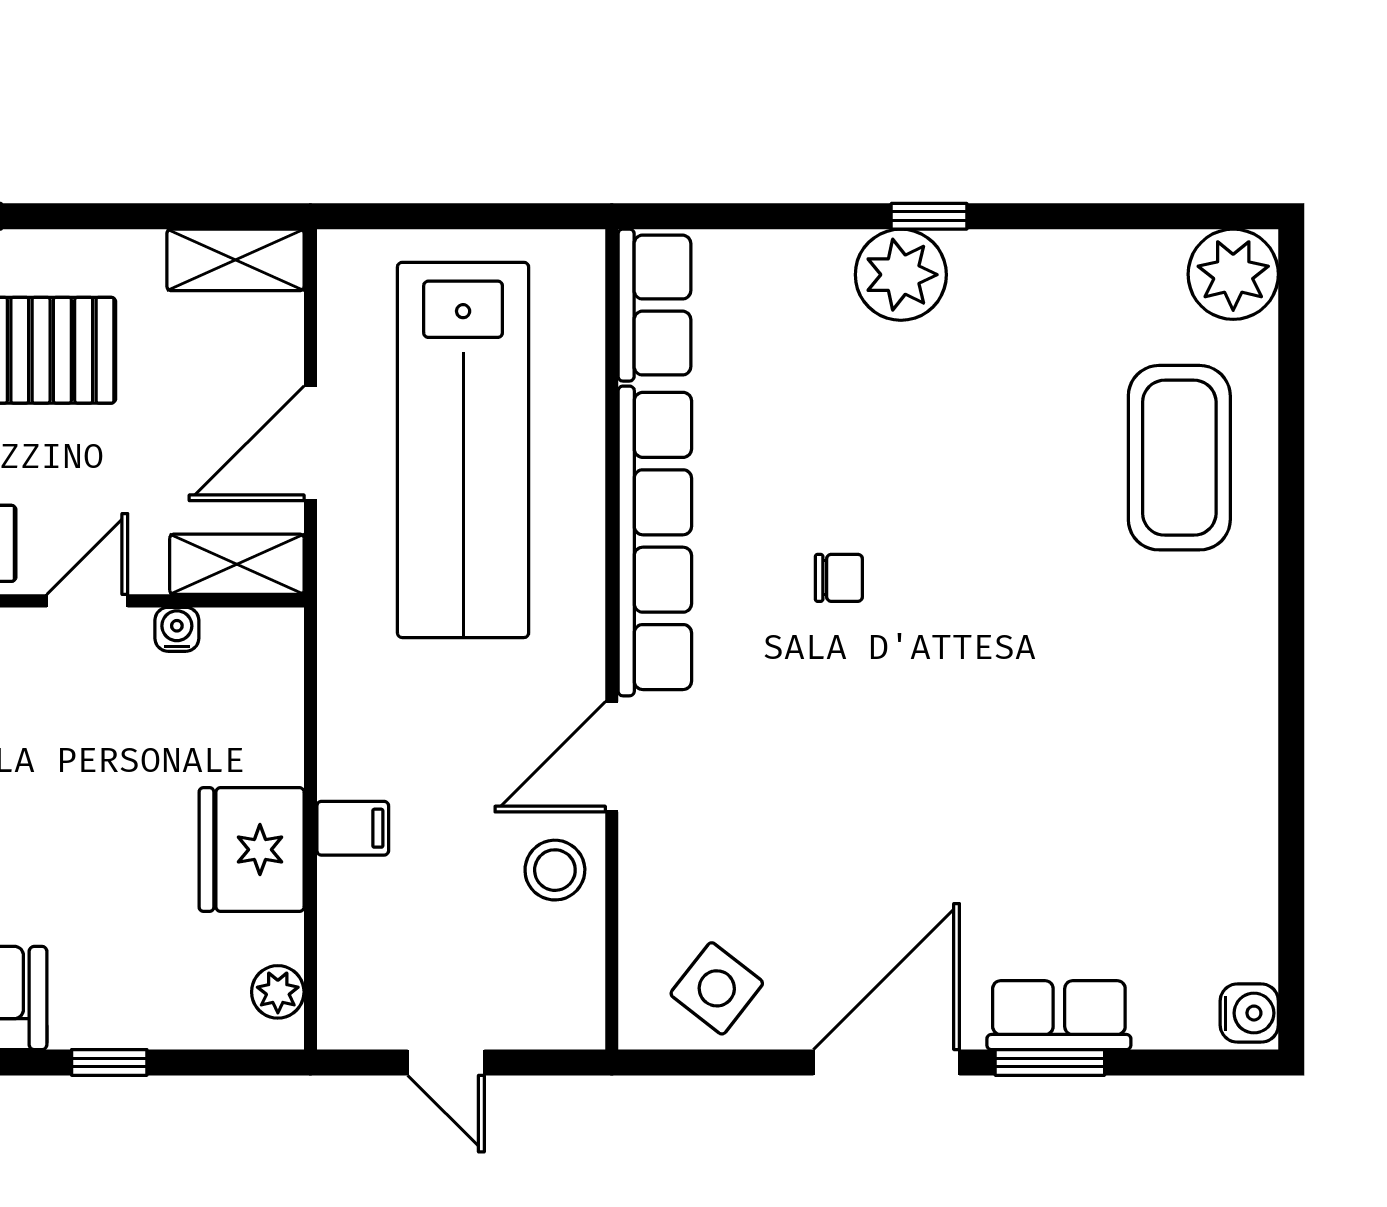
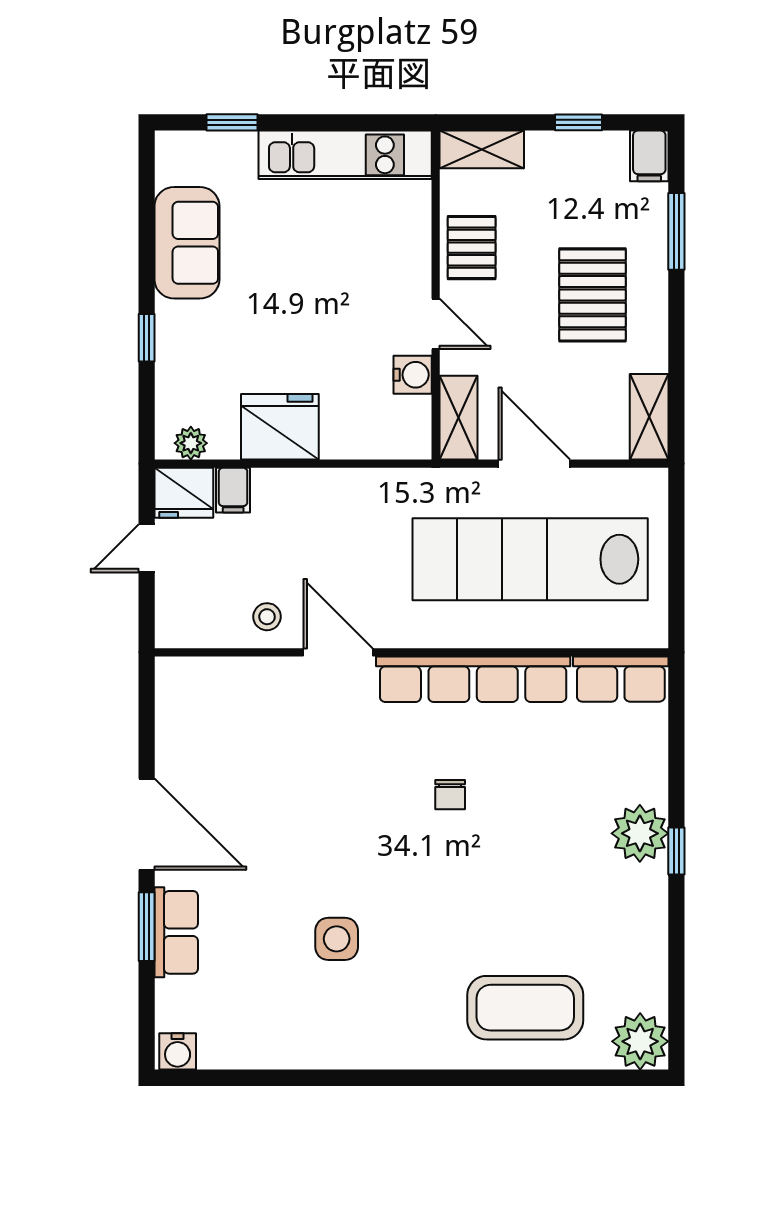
water cooler: (177, 629) -> (413, 375), width x1.38, depth x1.38
filing cabinet: (353, 828) -> (233, 490), moved
stool: (555, 870) -> (267, 617), width x0.73, depth x0.73
side table: (717, 988) -> (337, 939), moved, turned -38
fridge: (357, 1003) -> (184, 493), added

